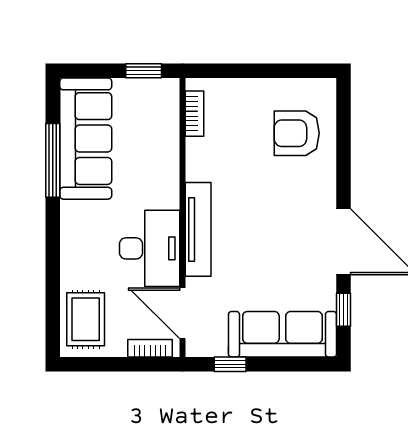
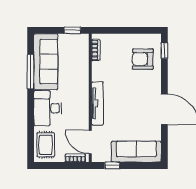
desk: (150, 248) -> (48, 108), moved, turned 180
window: (343, 310) -> (164, 51), moved

